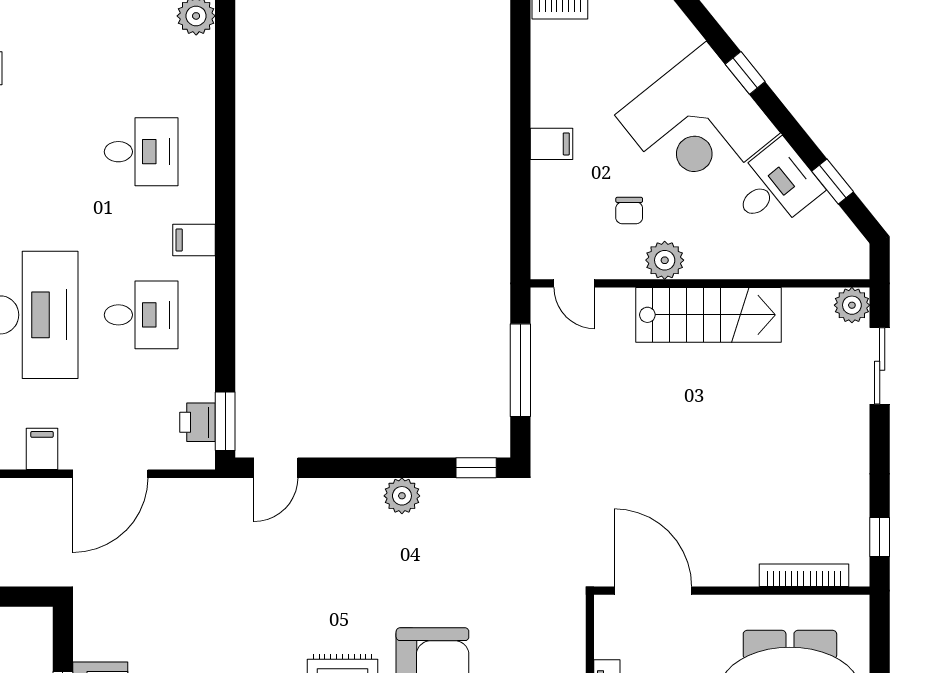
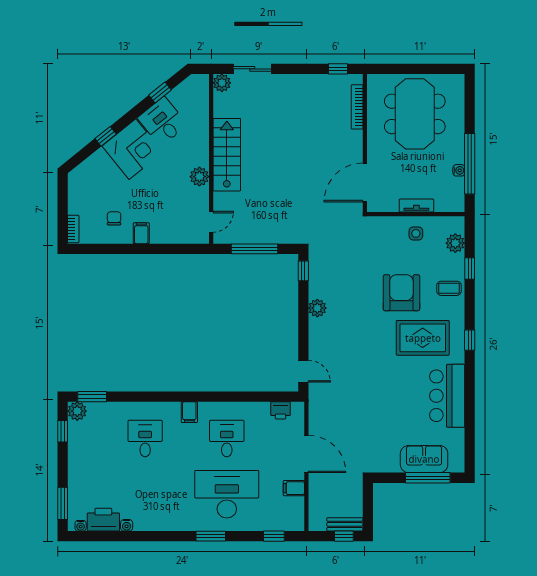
corner desk: (697, 124) -> (132, 149), width x0.74, depth x0.74
chair: (629, 211) -> (114, 218), moved, turned -90
window: (225, 421) -> (92, 397), moved

